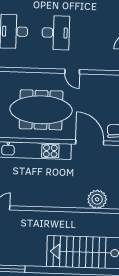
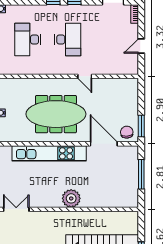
plant: (97, 199) -> (71, 198), moved

